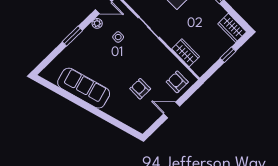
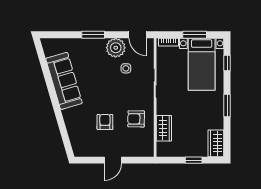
plant: (97, 23) -> (116, 48), width x1.88, depth x1.88
armchair: (177, 82) -> (136, 119), moved, turned -89
door: (172, 110) -> (113, 160), swing flipped

